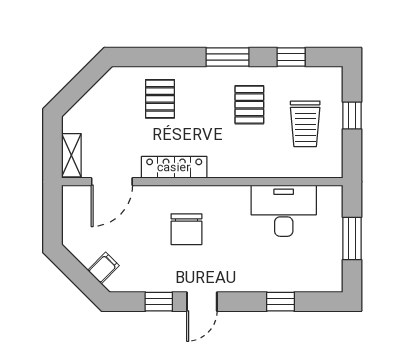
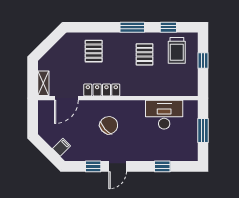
trolley: (305, 124) -> (177, 50), moved
chair: (186, 229) -> (109, 125), turned -132

